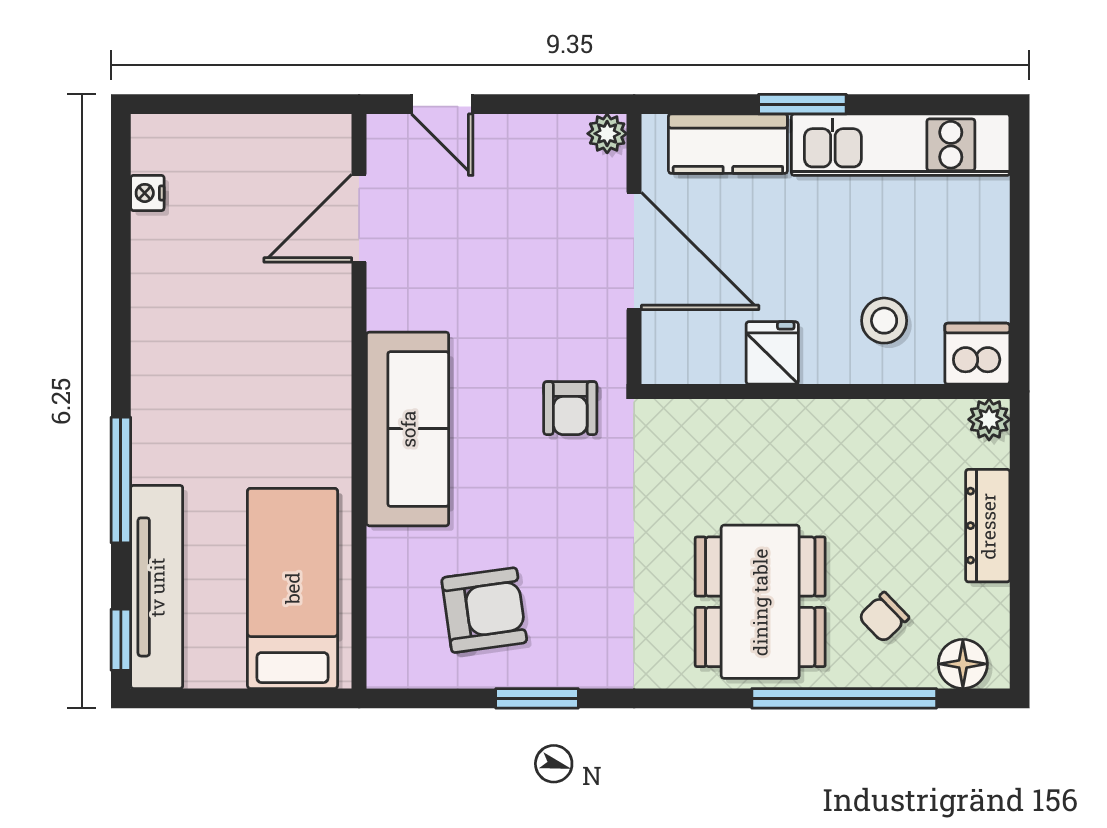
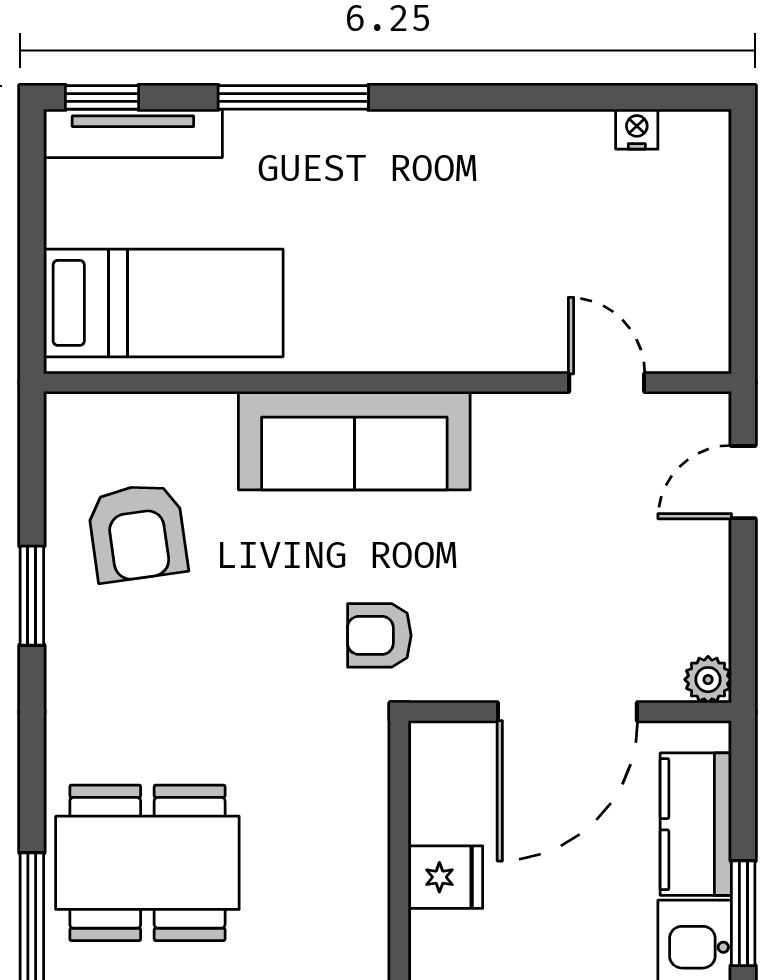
door: (359, 218) -> (607, 383), width x0.73
tv unit: (157, 587) -> (133, 133), width x0.73, depth x0.78

